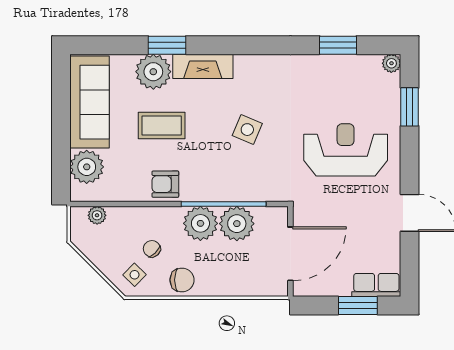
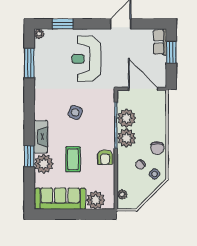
window: (338, 45) -> (29, 63), width x1.44
chair: (182, 280) -> (157, 148), turned 180

